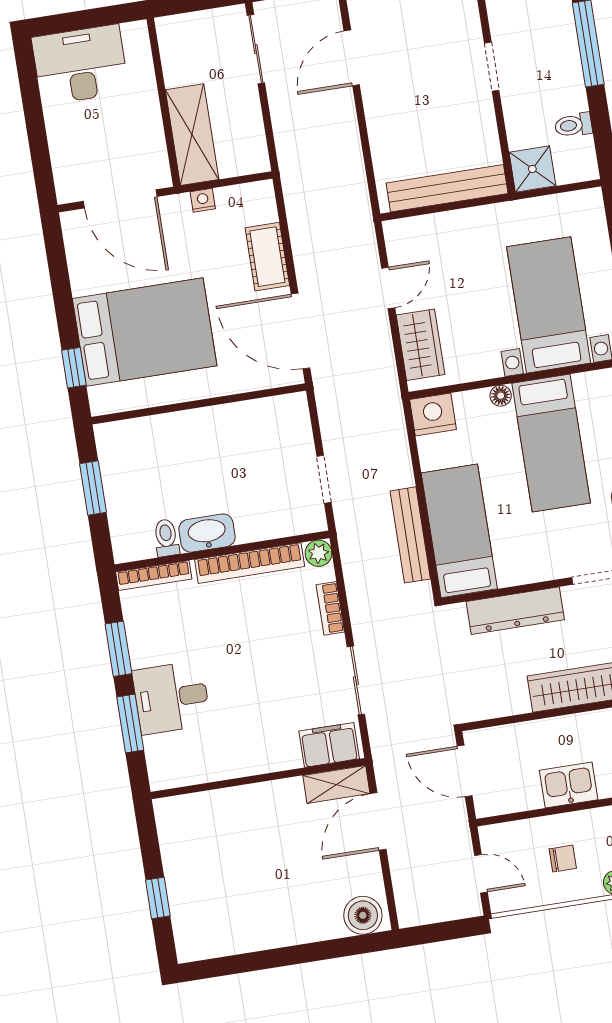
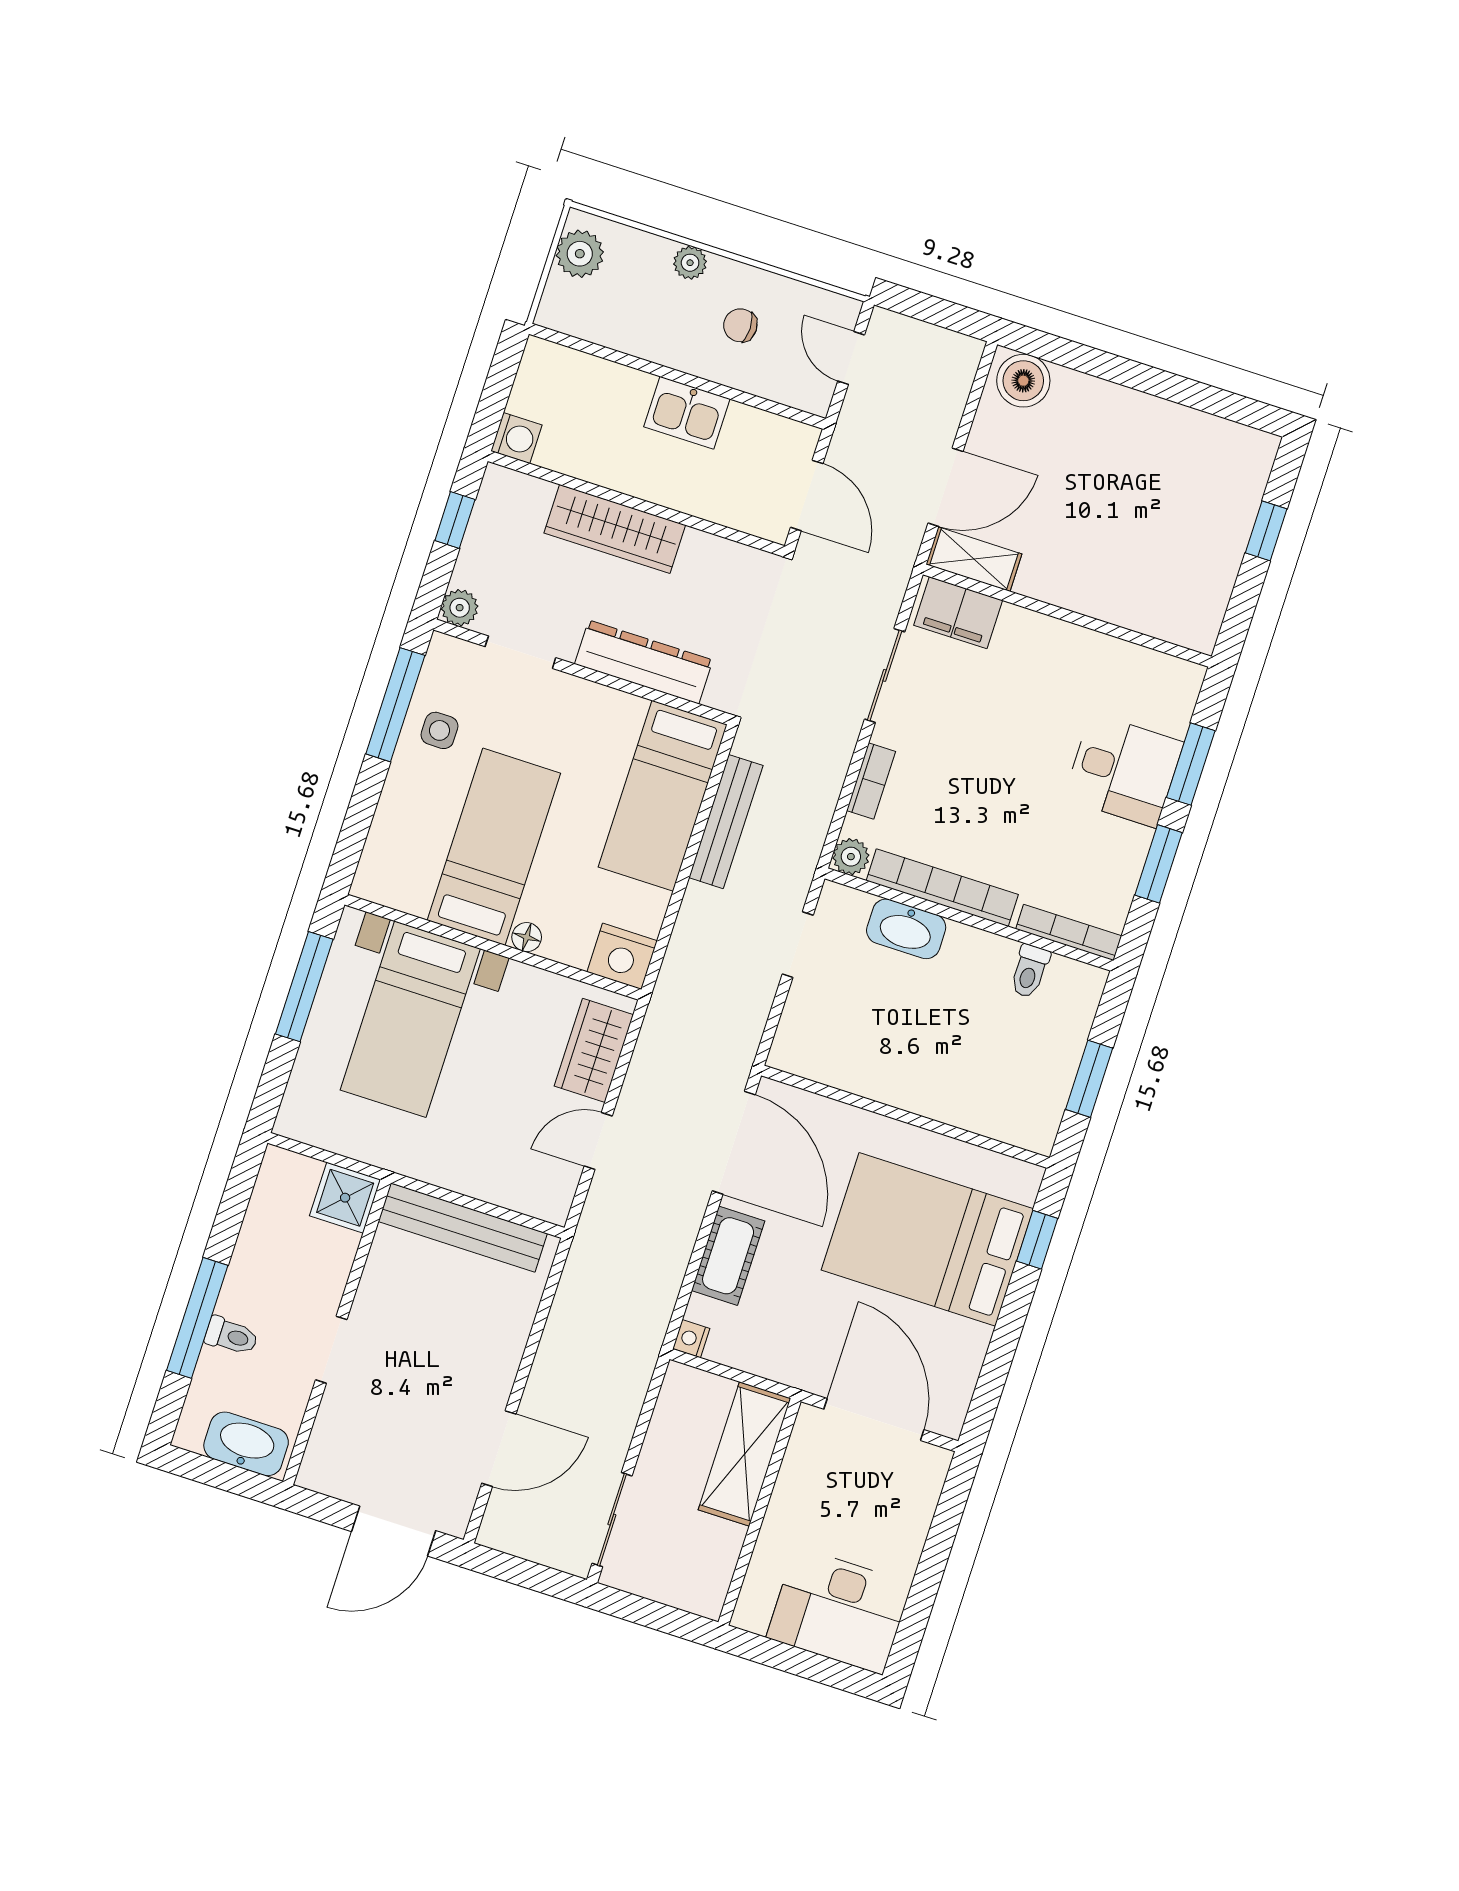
toilet: (573, 125) -> (231, 1336), moved
nightstand: (203, 200) -> (691, 1339), moved, turned 90
washbasin: (207, 533) -> (906, 929), moved

